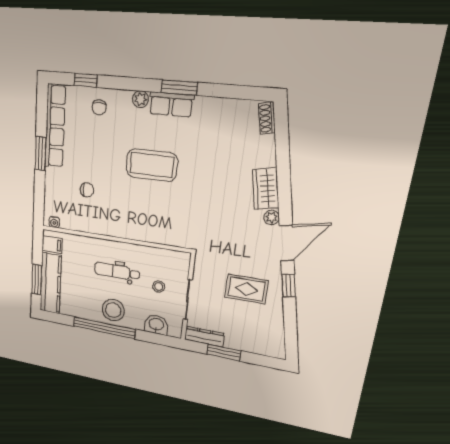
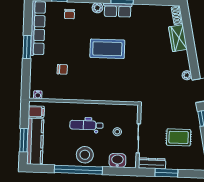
wardrobe: (266, 189) -> (178, 38), moved
rug: (246, 289) -> (179, 137), moved

